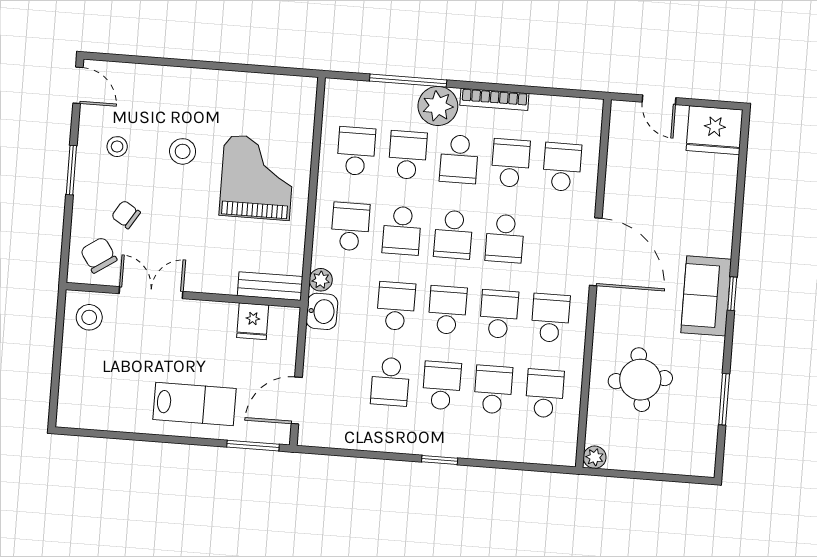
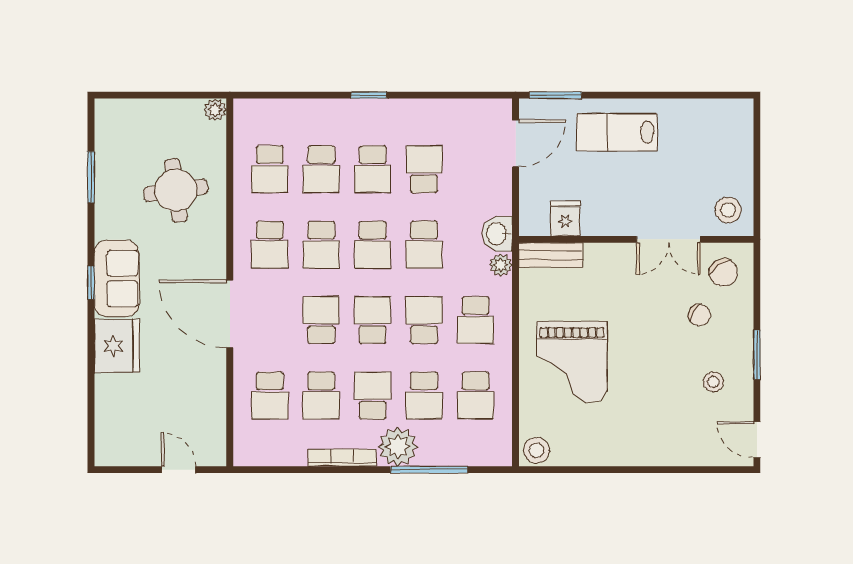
fridge: (715, 130) -> (117, 346), moved, turned 90
stool: (183, 151) -> (536, 450), moved

